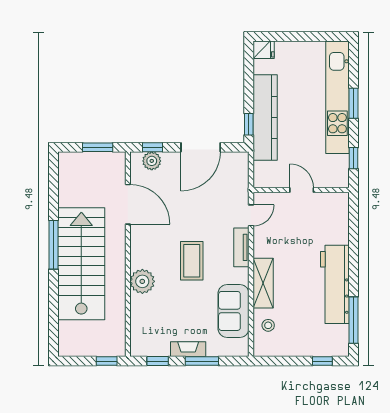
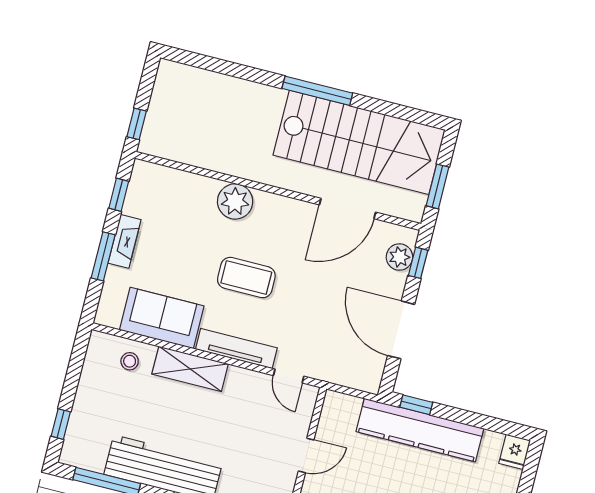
tv unit: (241, 247) -> (236, 348), width x1.41
stairs: (81, 264) -> (359, 142), moved

